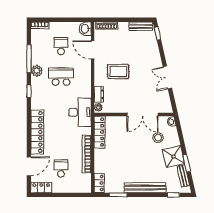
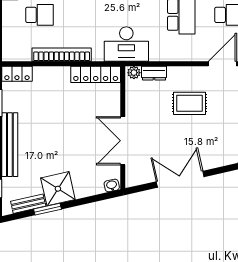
rug: (118, 71) -> (189, 103), turned 90
double door: (167, 77) -> (180, 179), width x1.37
stool: (158, 138) -> (87, 165), removed

